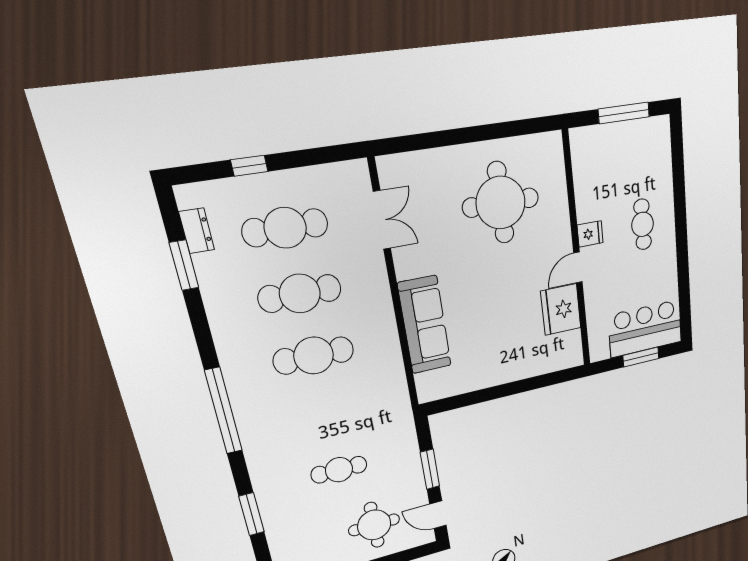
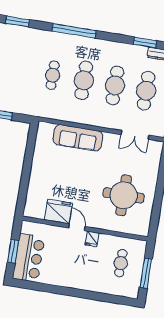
cafe table: (643, 224) -> (121, 263), moved, turned 90
cafe table: (339, 470) -> (53, 75), moved

